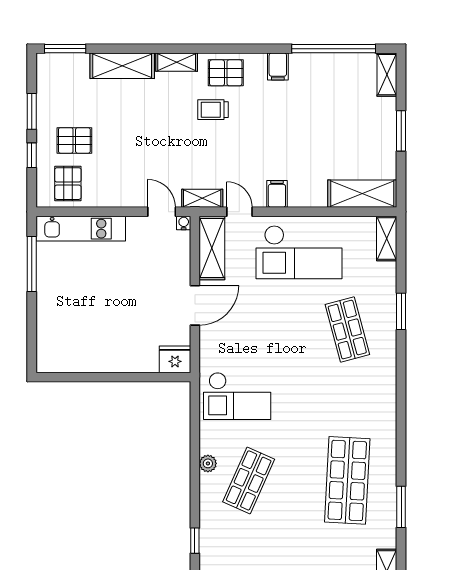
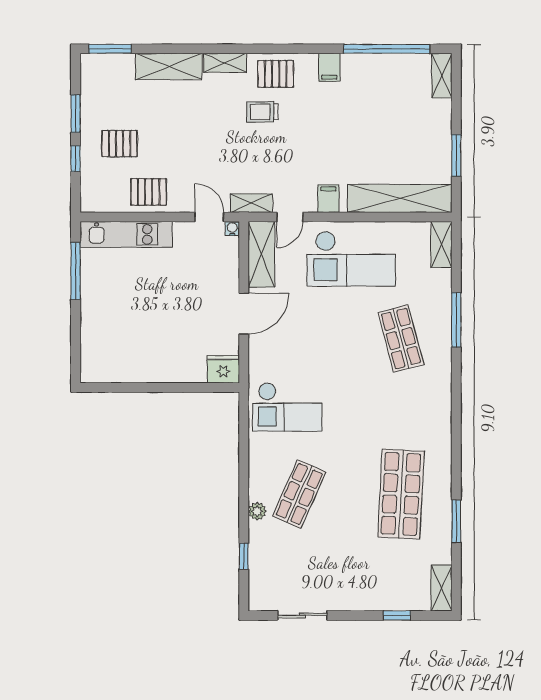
window: (401, 131) -> (456, 156), moved
pallet: (68, 184) -> (149, 192), moved, turned 90
shelving: (362, 194) -> (400, 198), width x1.47
door: (240, 212) -> (290, 217), swing flipped
window: (401, 311) -> (456, 320), width x1.44
plant: (208, 463) -> (257, 511), moved

